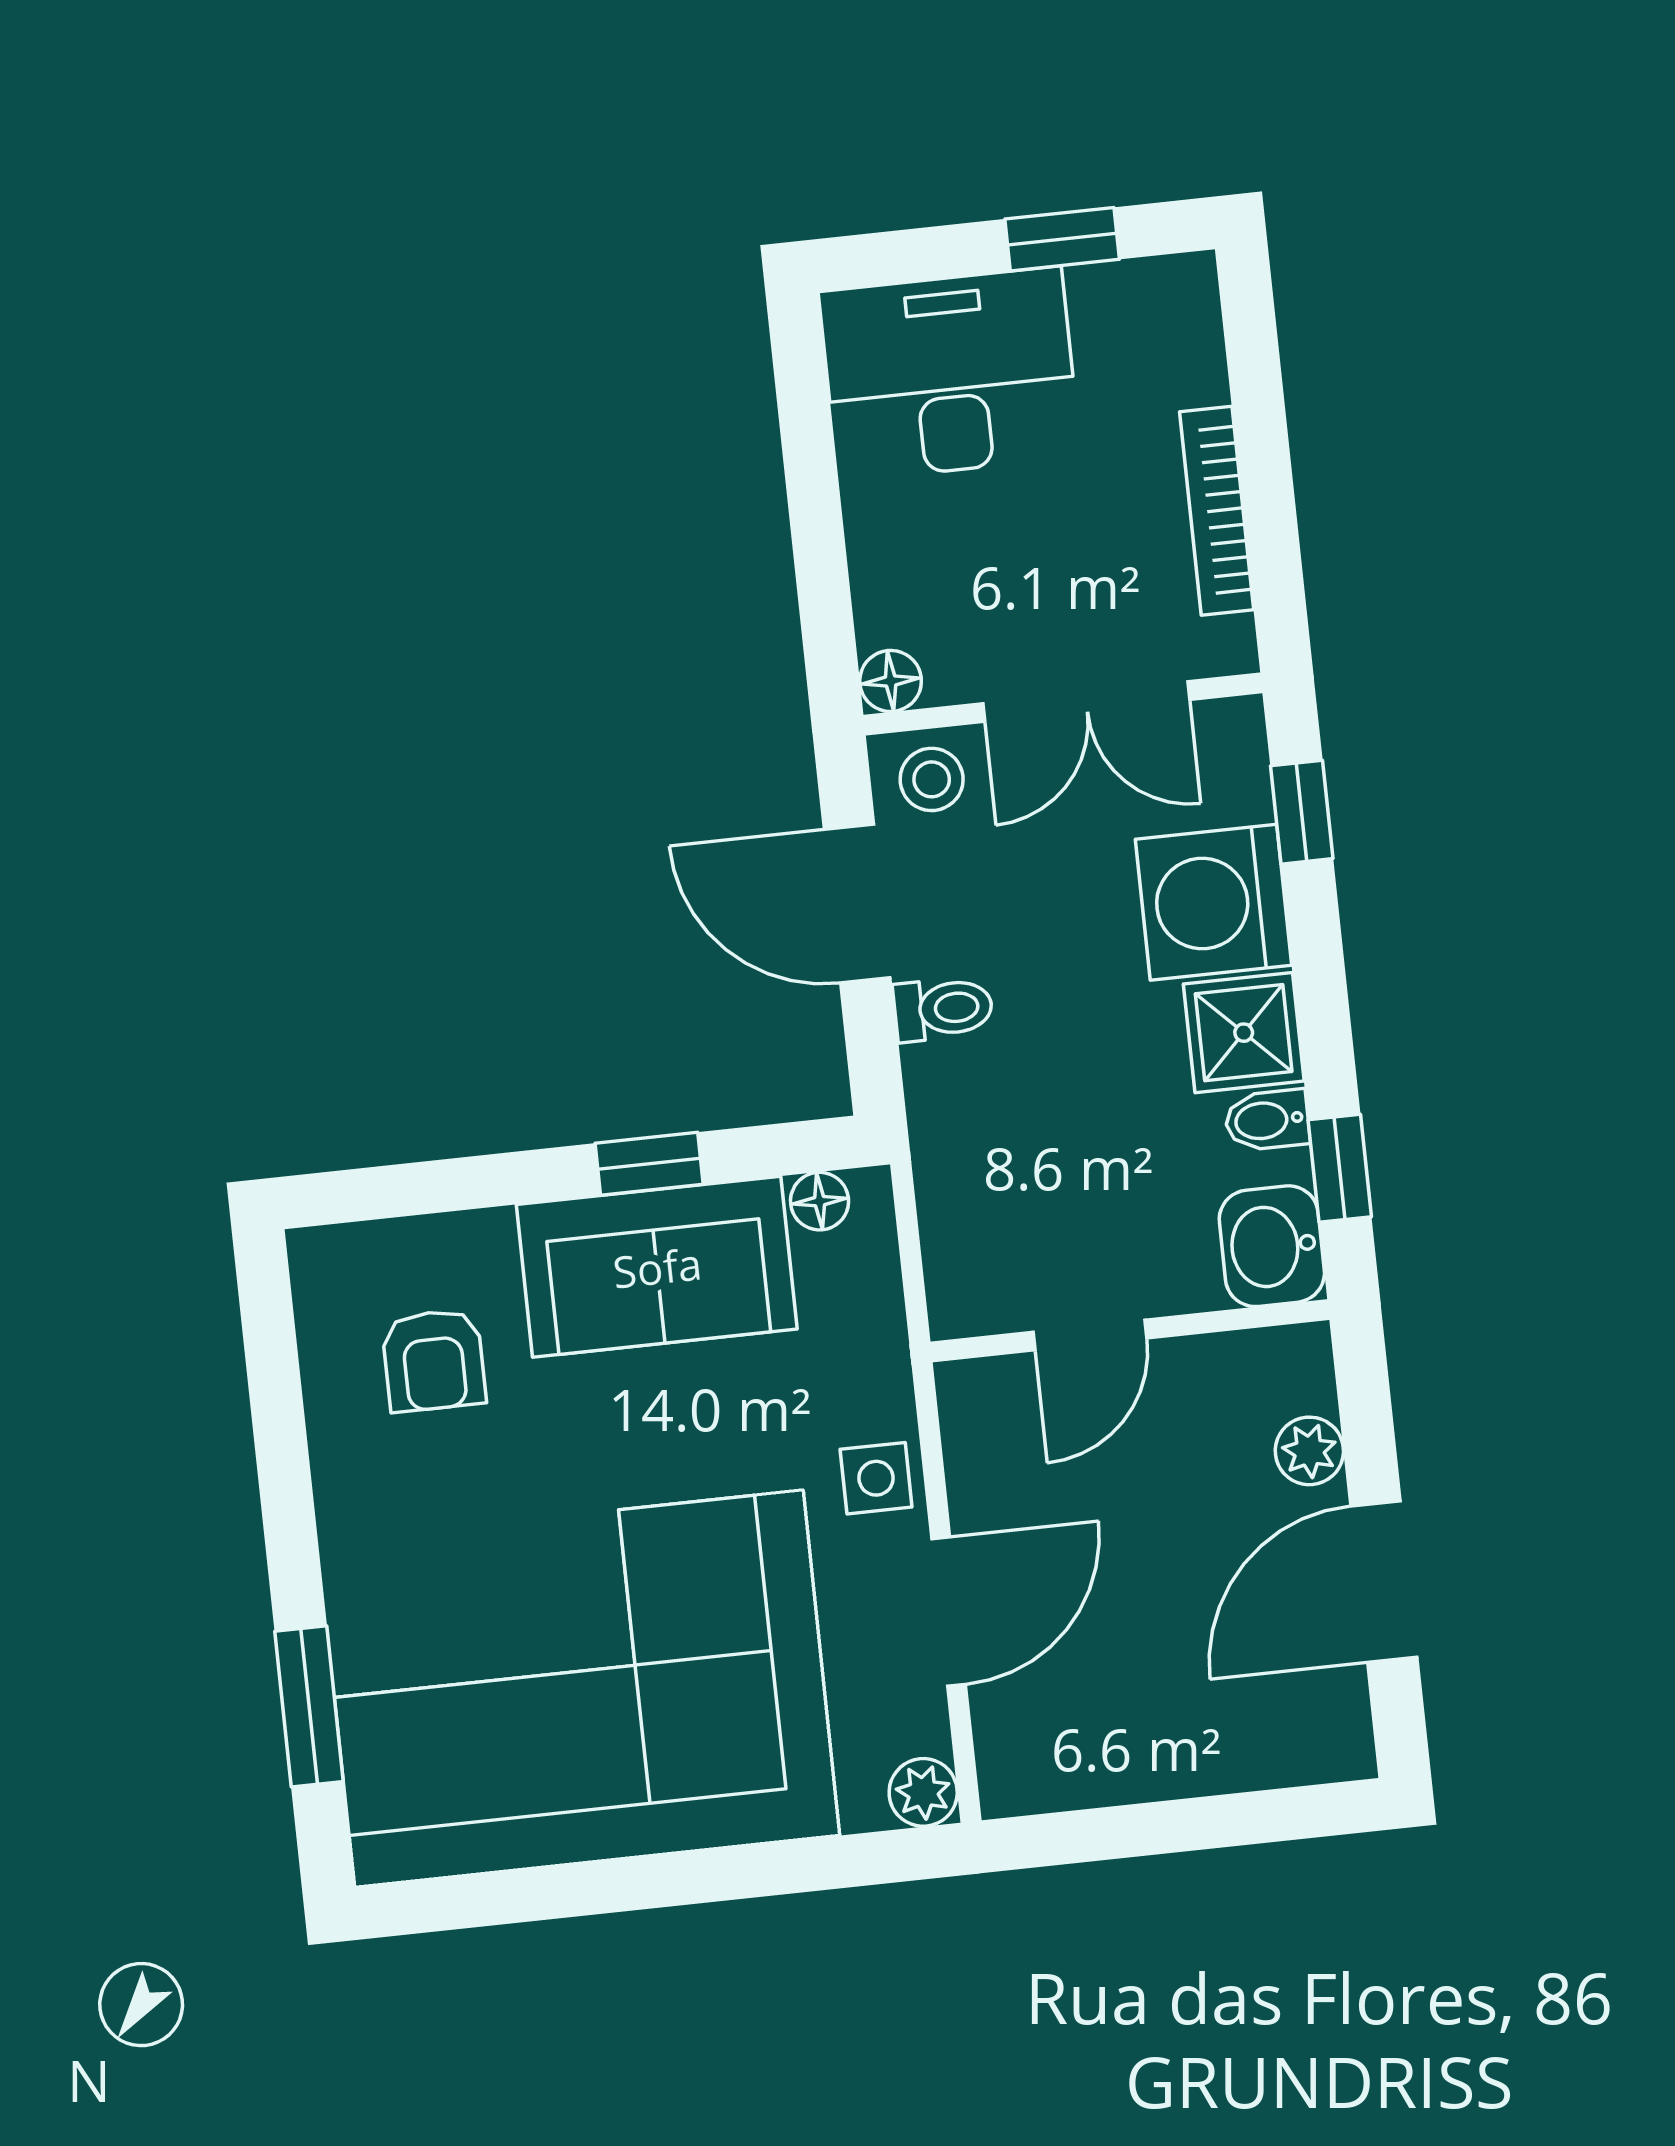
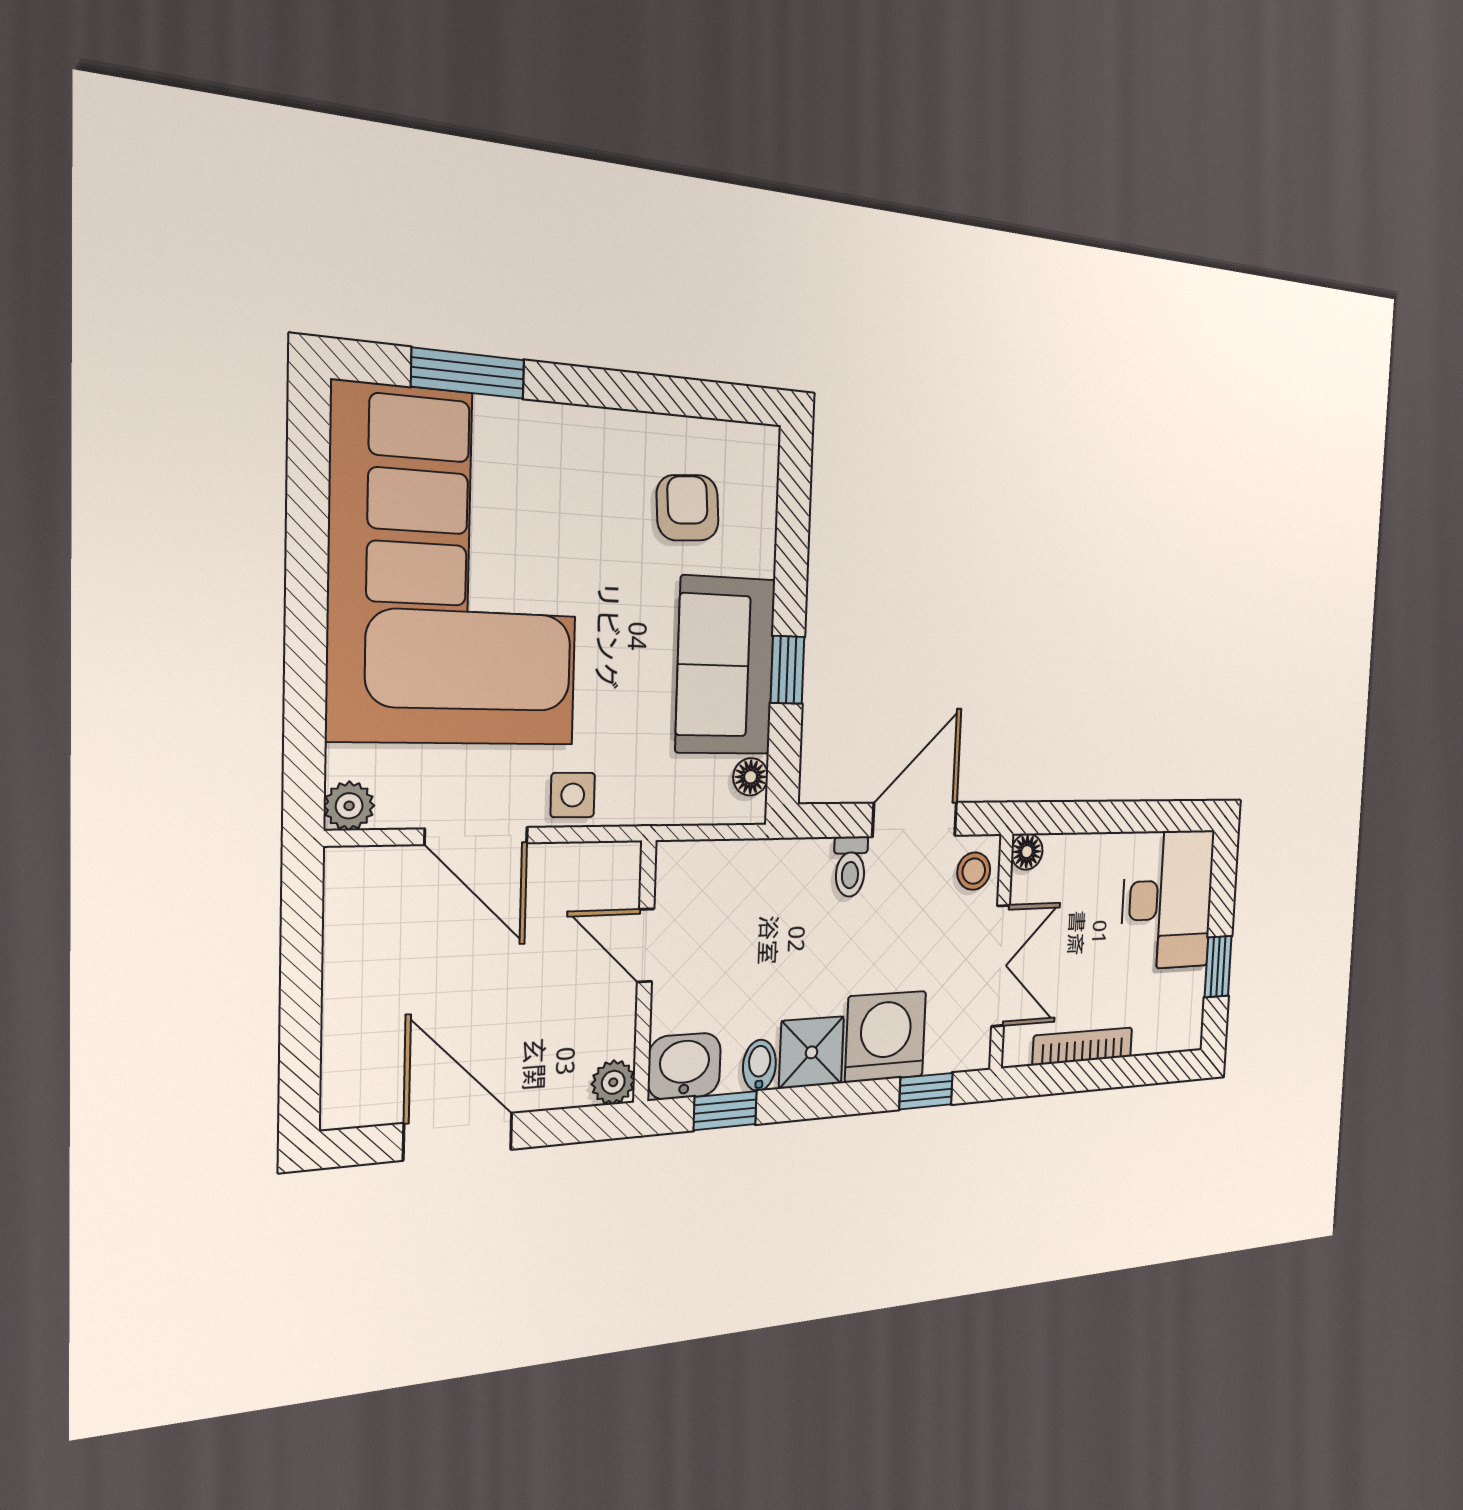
double door: (1086, 702) -> (1000, 966), swing flipped
armchair: (434, 1360) -> (688, 508), turned 86
plant: (1309, 1451) -> (613, 1082), moved

